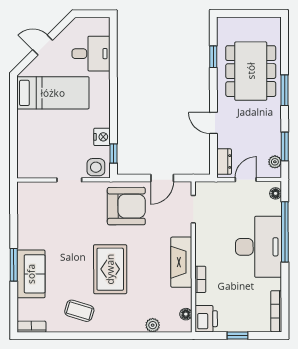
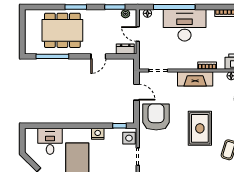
window: (213, 57) -> (52, 56), width x2.17
nightstand: (102, 137) -> (98, 134), moved
rug: (110, 269) -> (200, 128), turned 90

